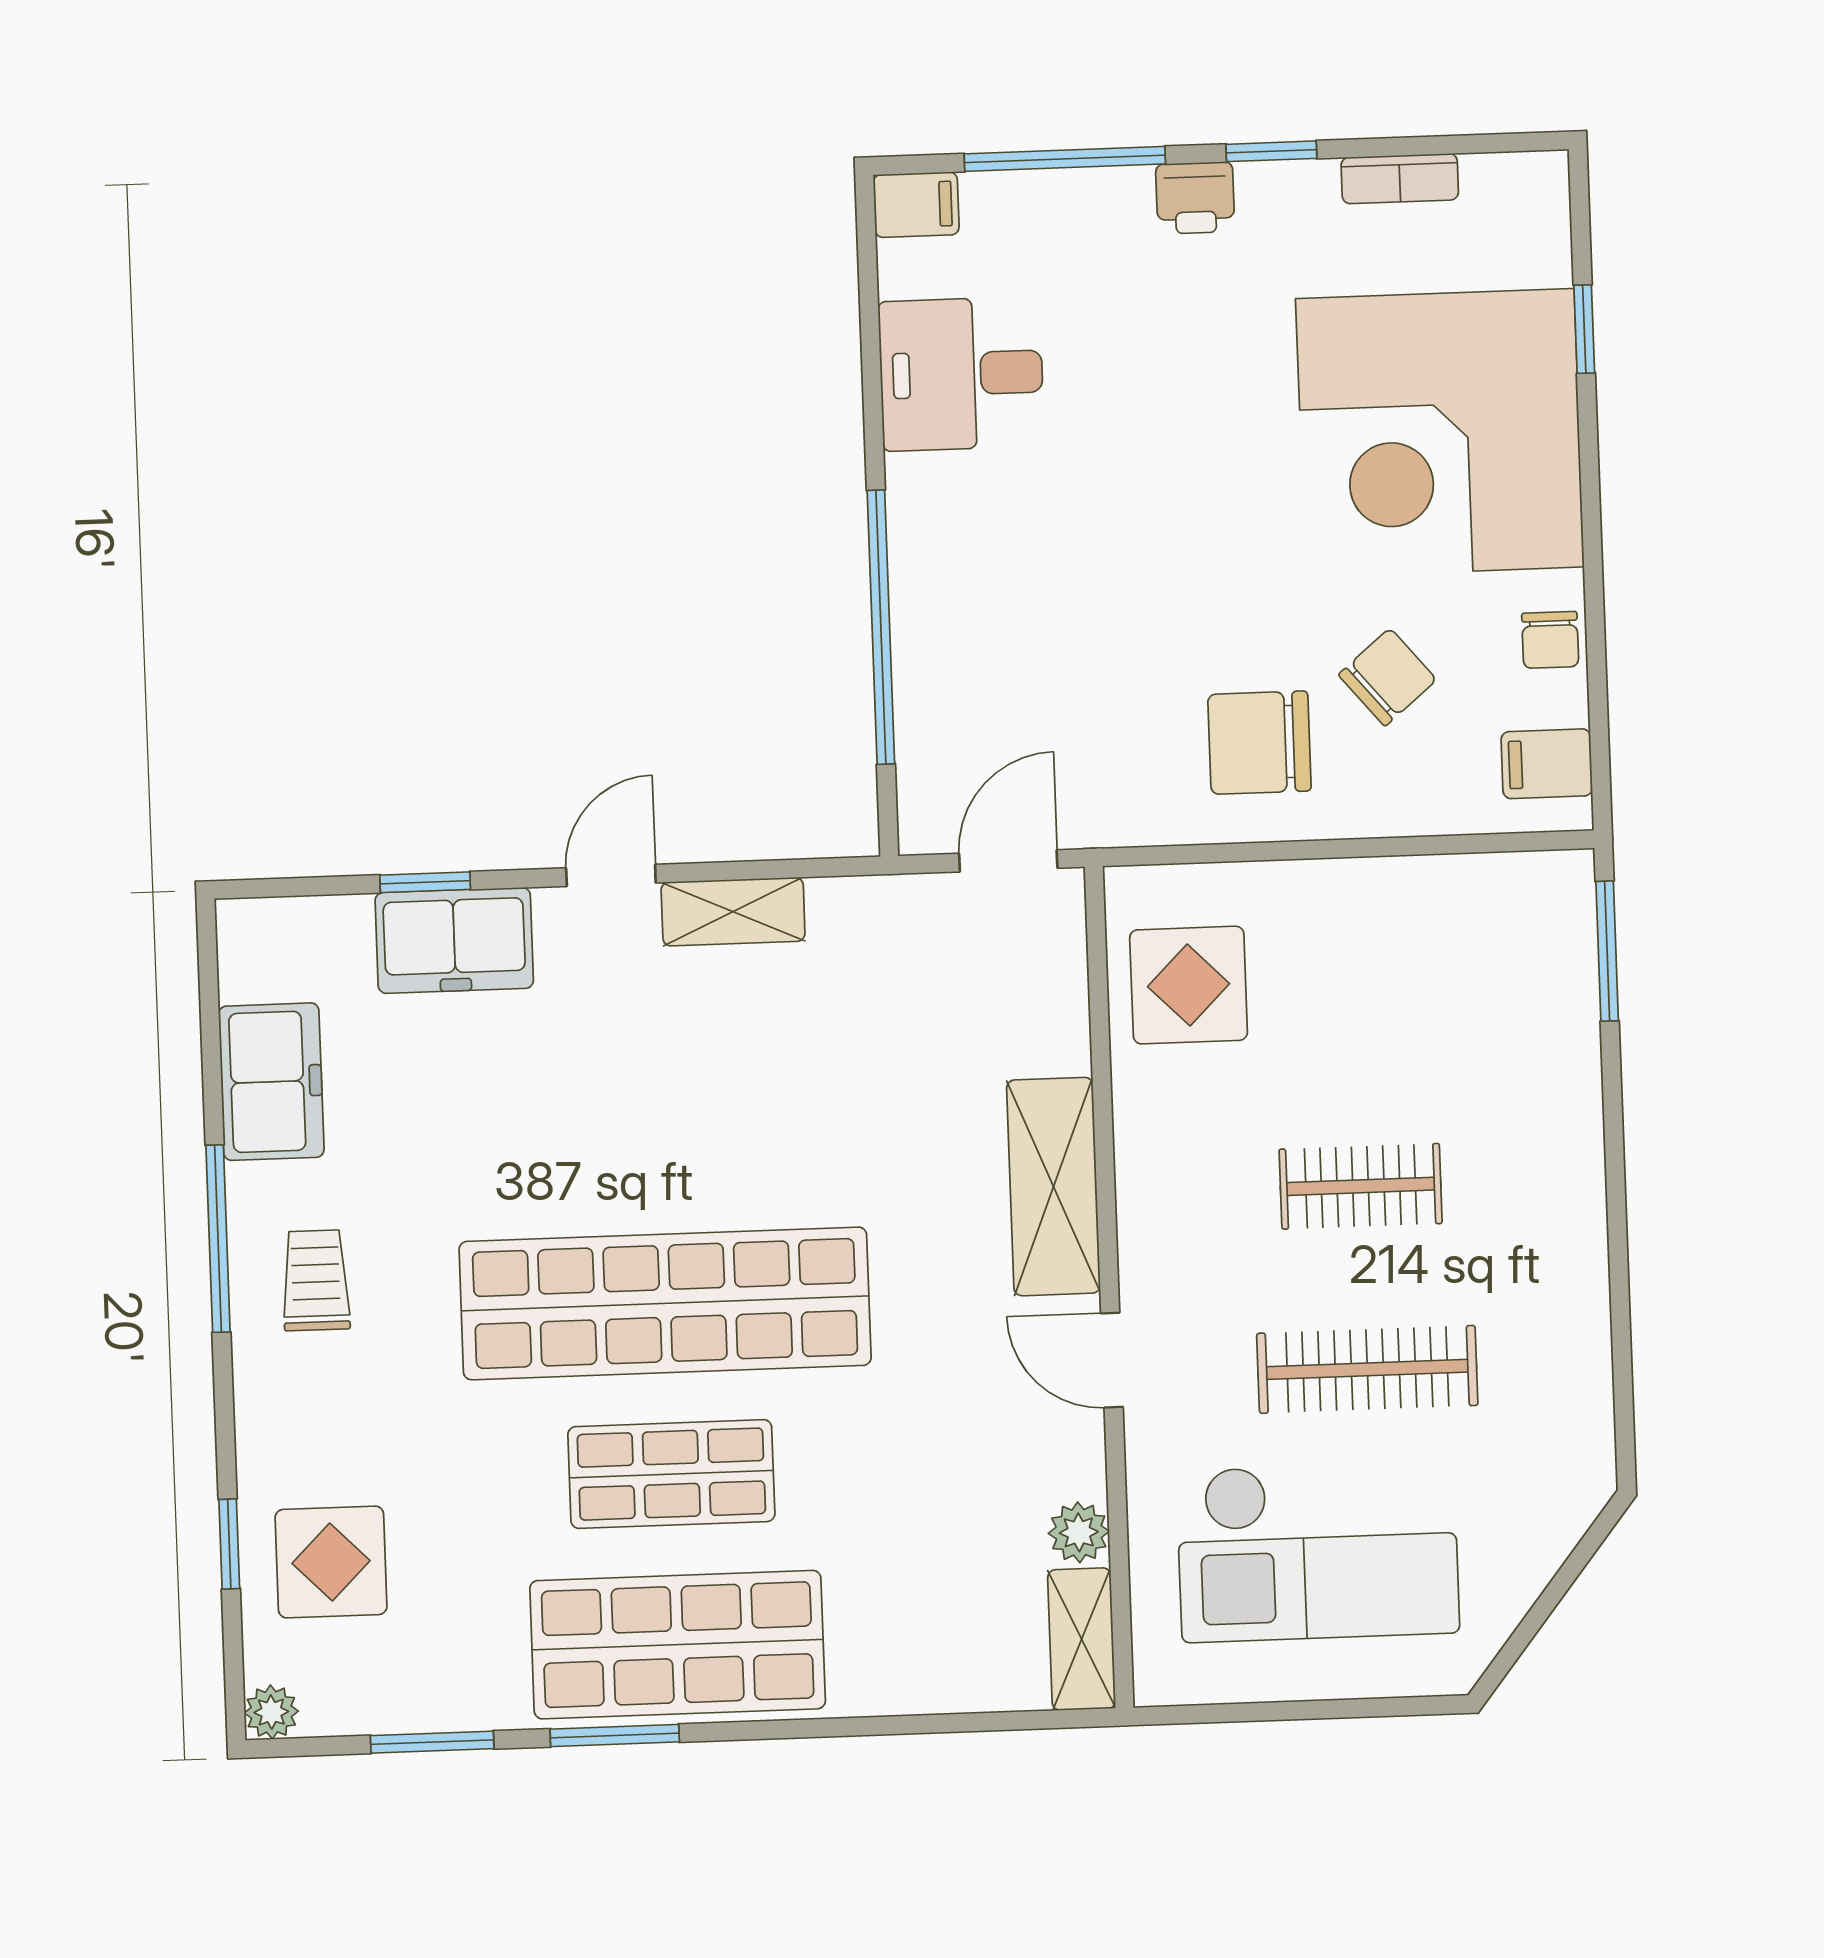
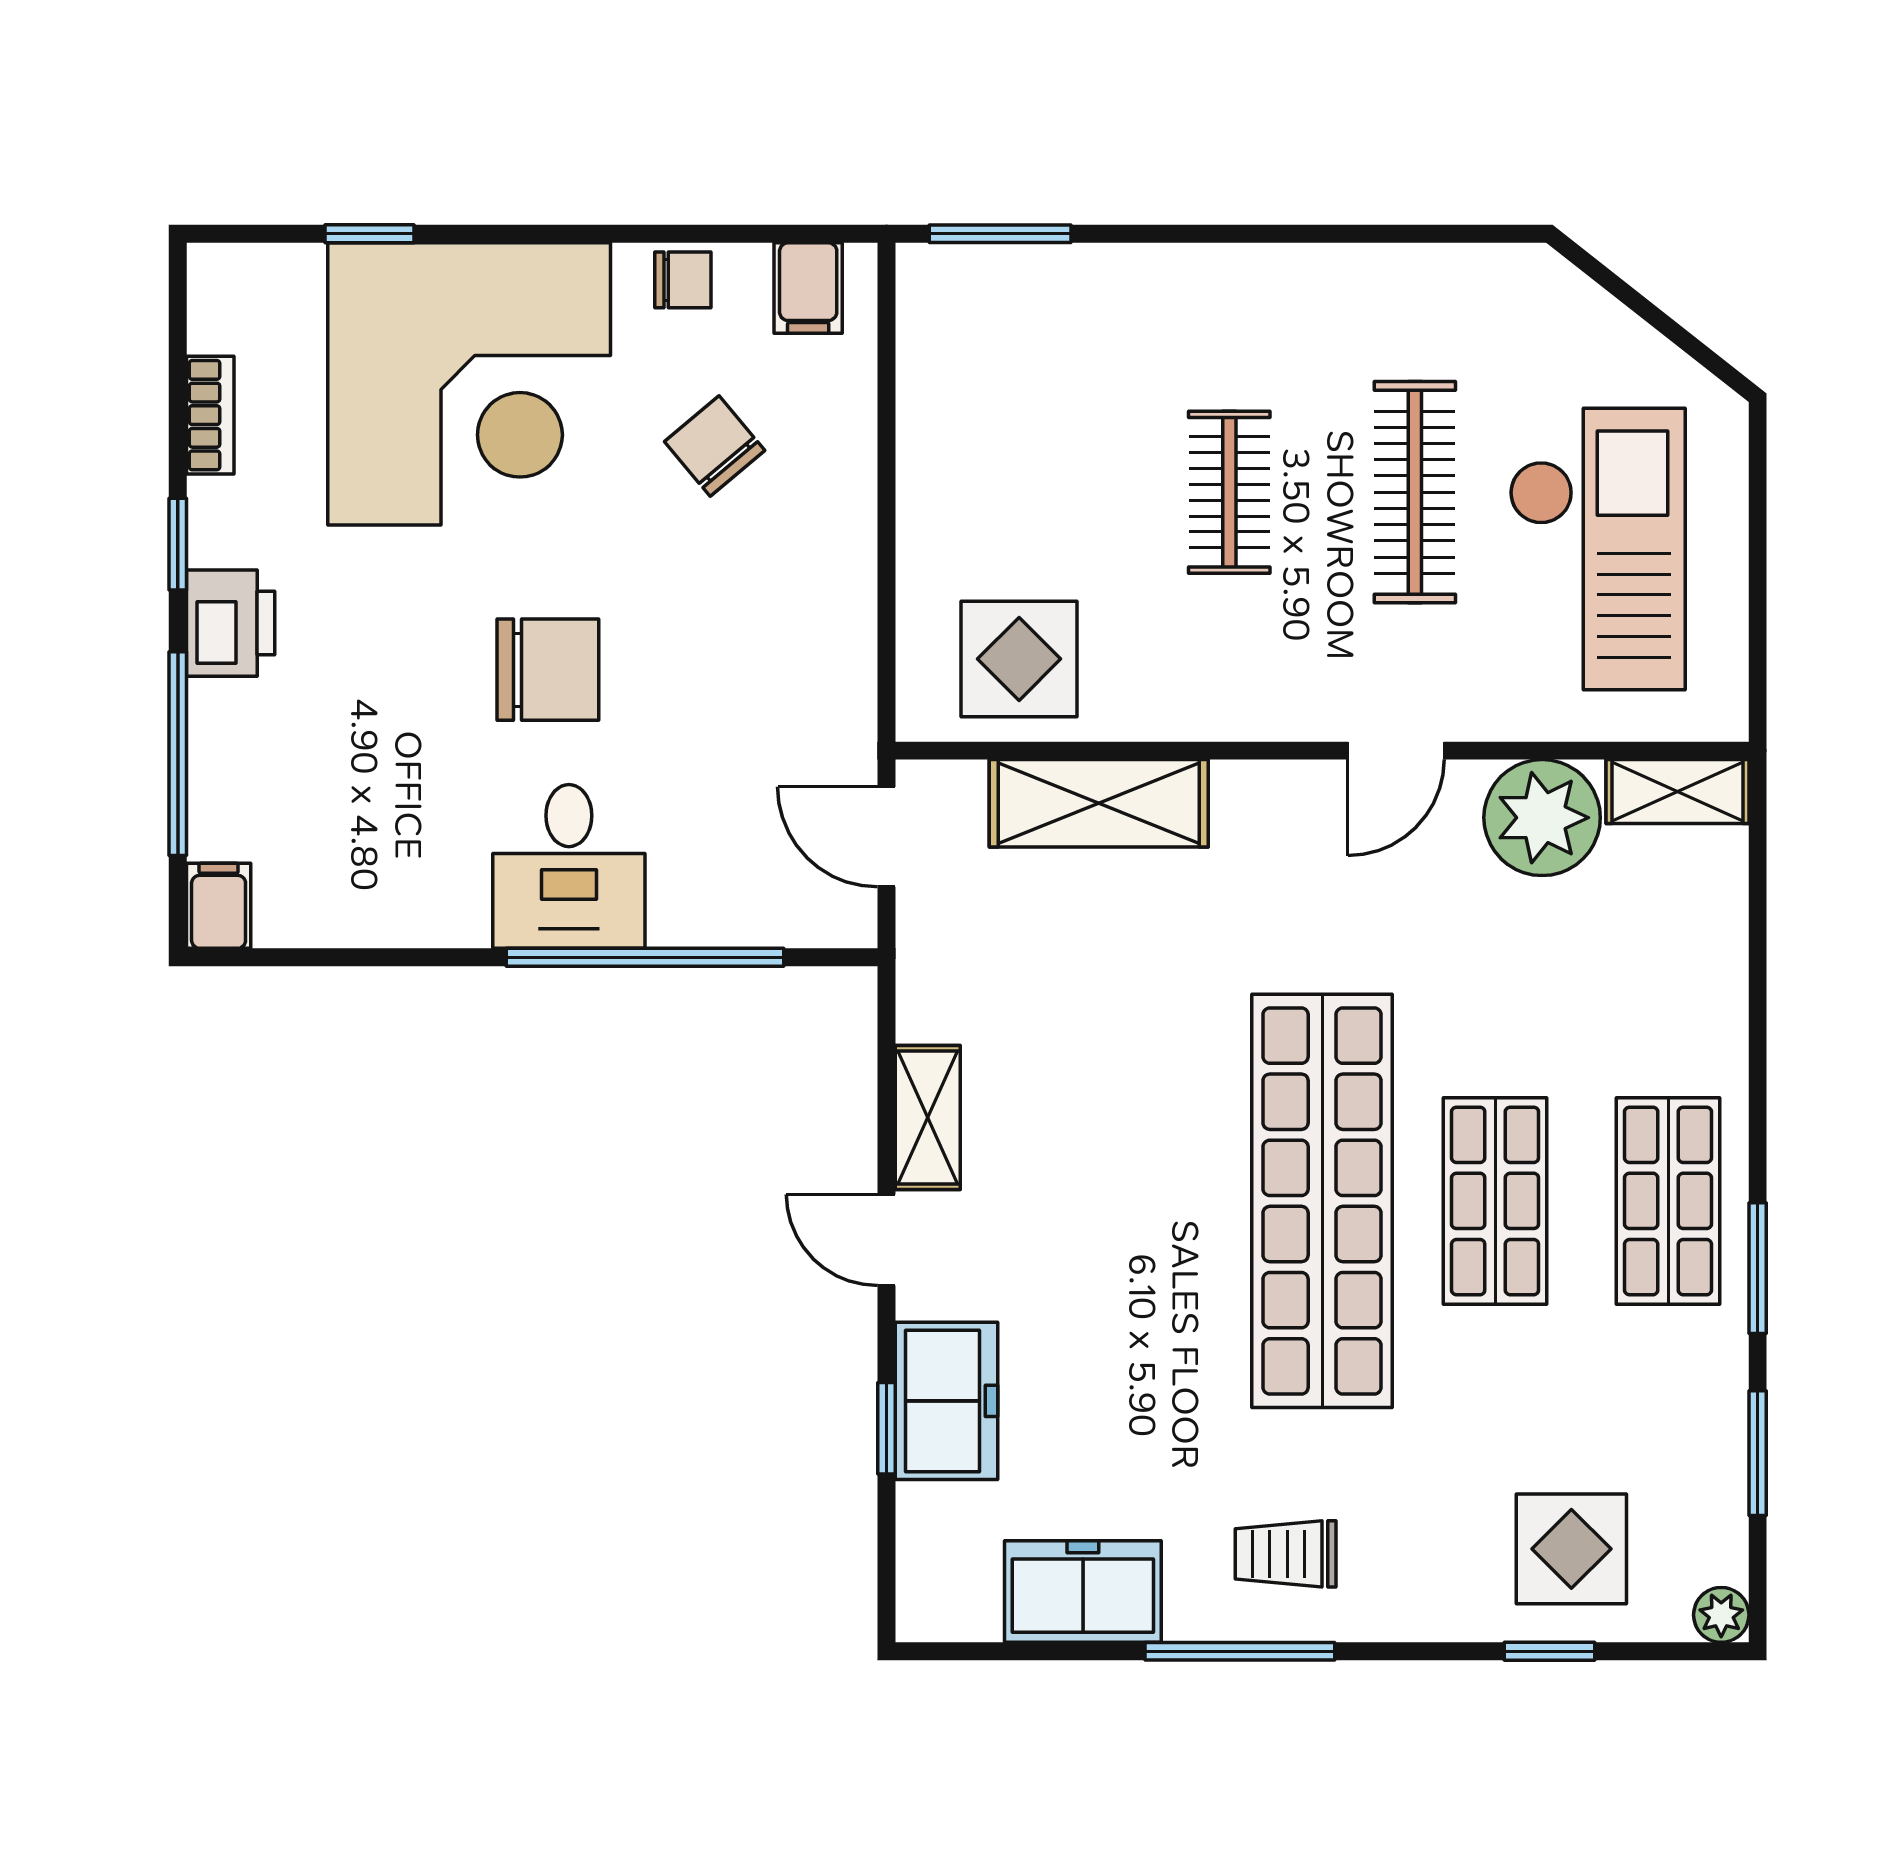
printer: (1195, 198) -> (231, 623), width x1.36, depth x1.24
desk: (961, 374) -> (569, 866), moved
chair: (1259, 743) -> (548, 670), moved, turned -90
shelving: (1054, 1187) -> (1099, 803), moved
plant: (1079, 1532) -> (1542, 818), width x1.88, depth x1.88
shop shelf: (678, 1645) -> (1668, 1201), width x0.70, depth x0.74

